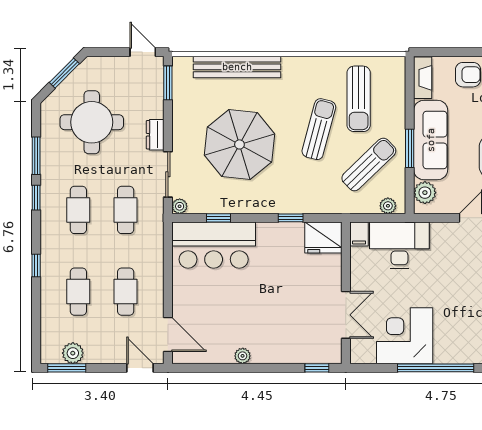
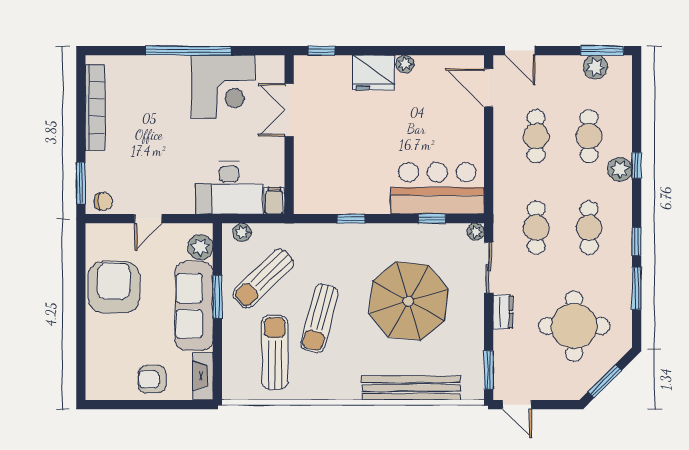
fridge: (323, 238) -> (374, 73), moved, turned 180
plant: (51, 262) -> (620, 169), added

